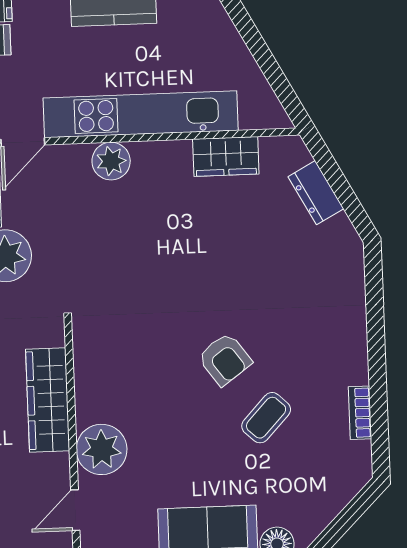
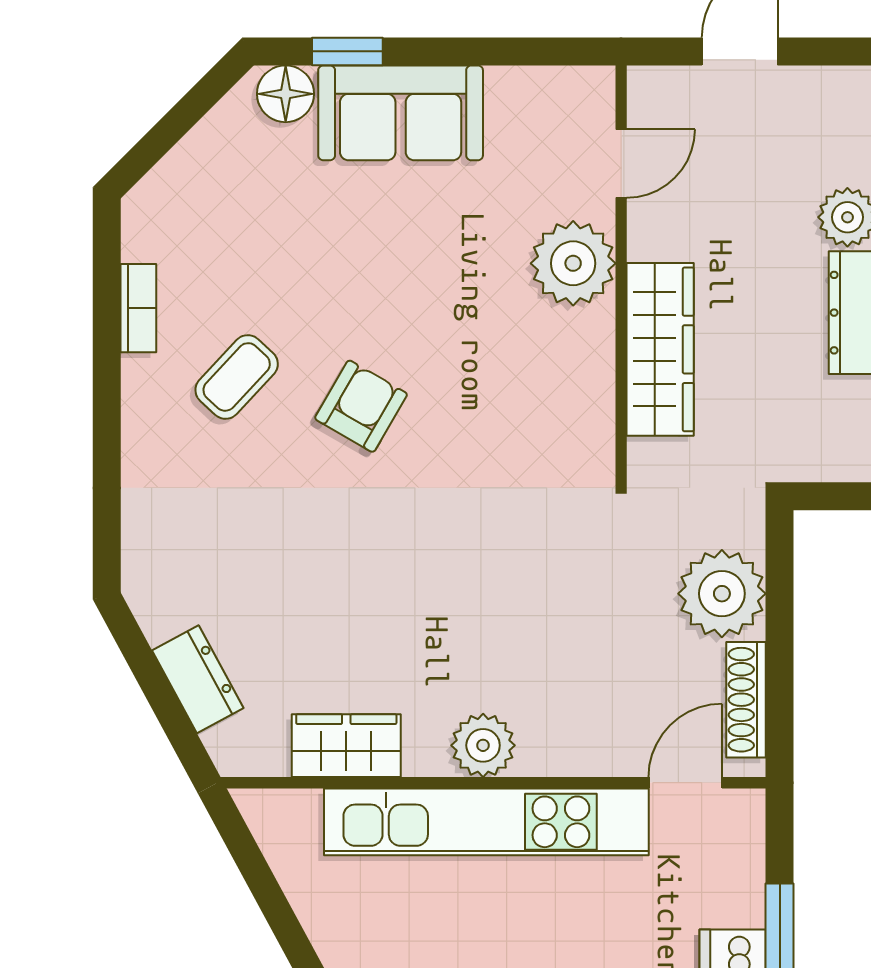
plant: (111, 161) -> (483, 745), moved
armchair: (225, 359) -> (361, 406), turned 66
coffee table: (266, 418) -> (237, 377), moved

